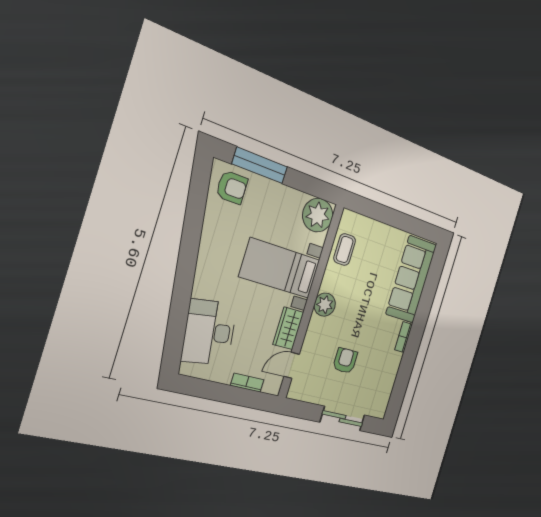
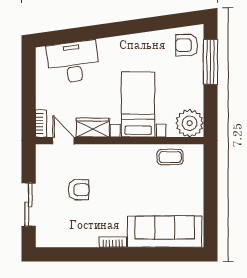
armchair: (232, 187) -> (187, 45), turned 90
plant: (325, 305) -> (120, 154), removed
bookcase: (247, 383) -> (41, 123), moved

